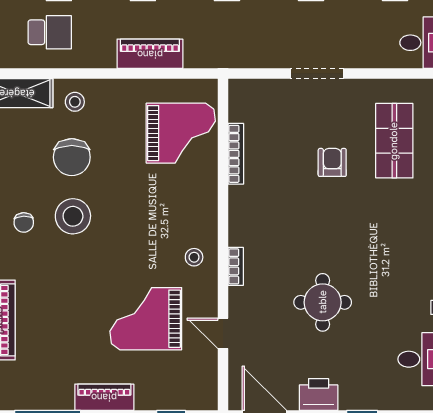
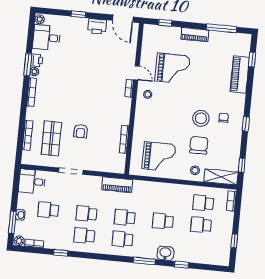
piano: (150, 54) -> (117, 185), moved
doorway: (317, 73) -> (71, 171), moved
grand piano: (181, 133) -> (159, 157), moved, turned 180
round table: (323, 302) -> (91, 68), removed
door: (223, 333) -> (137, 73), moved

